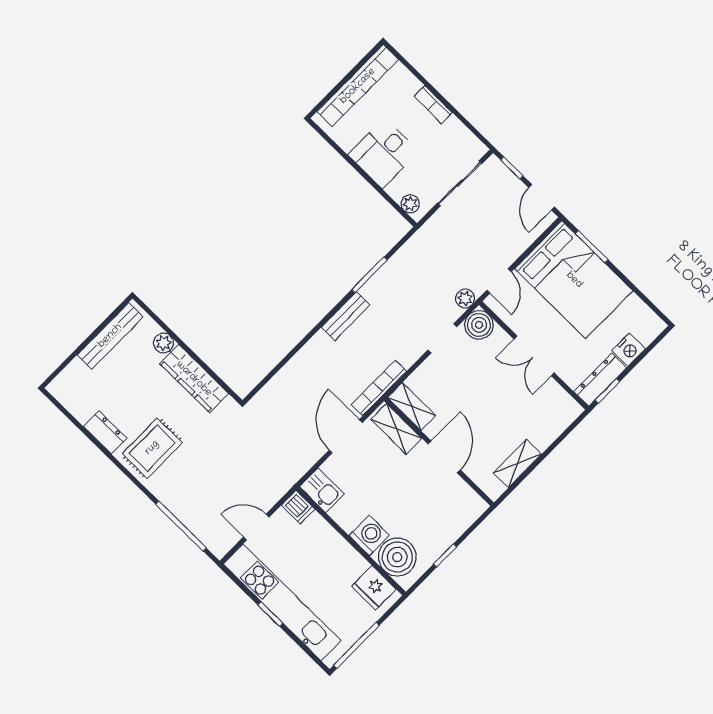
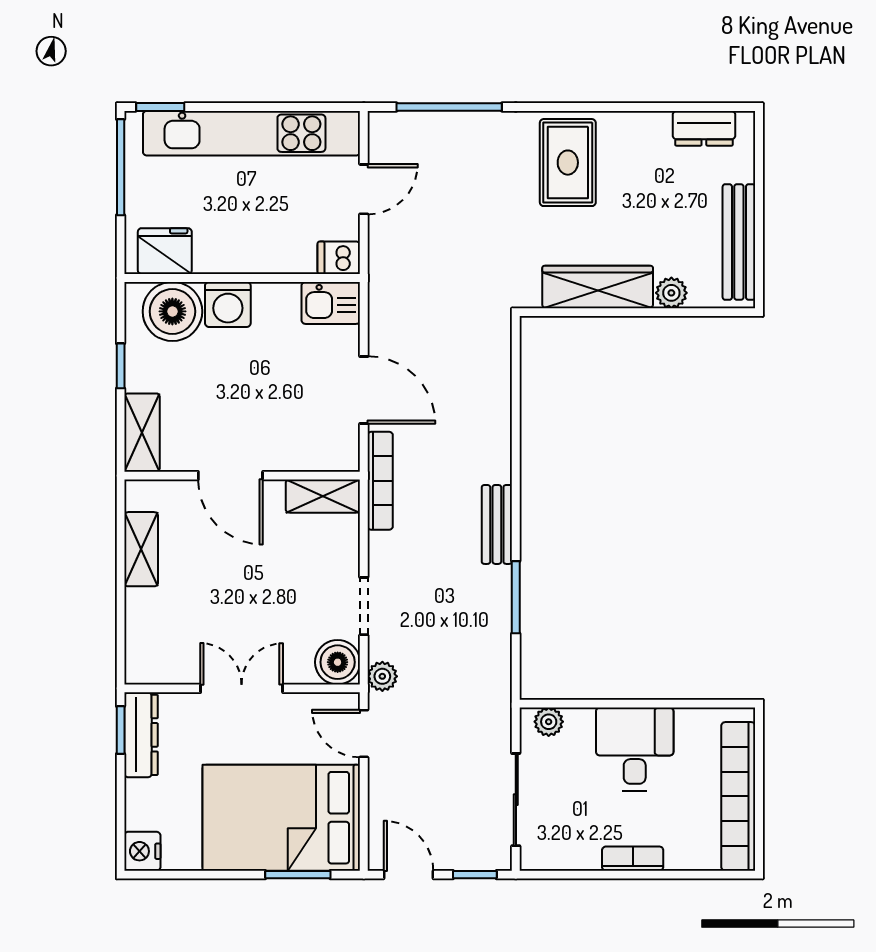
nightstand: (629, 350) -> (142, 851), moved
shelving: (396, 429) -> (142, 433), moved, turned 90
dresser: (105, 432) -> (704, 128), moved
window: (270, 614) -> (160, 107), moved

